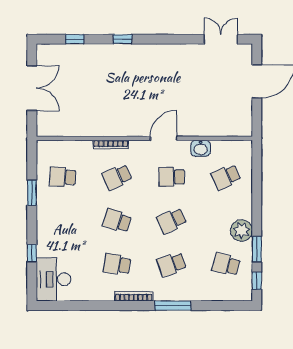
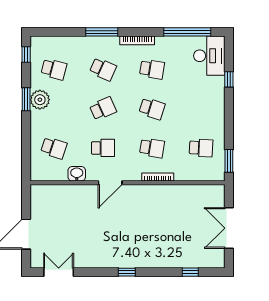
window: (123, 39) -> (127, 272), moved
double door: (221, 39) -> (59, 272), swing flipped
school desk: (117, 177) -> (152, 148), turned 33
school desk: (226, 177) -> (54, 148), turned 42
window: (32, 193) -> (229, 161), moved
window: (257, 249) -> (26, 99), moved
school desk: (172, 264) -> (103, 69), turned 42
window: (78, 306) -> (187, 32), added

